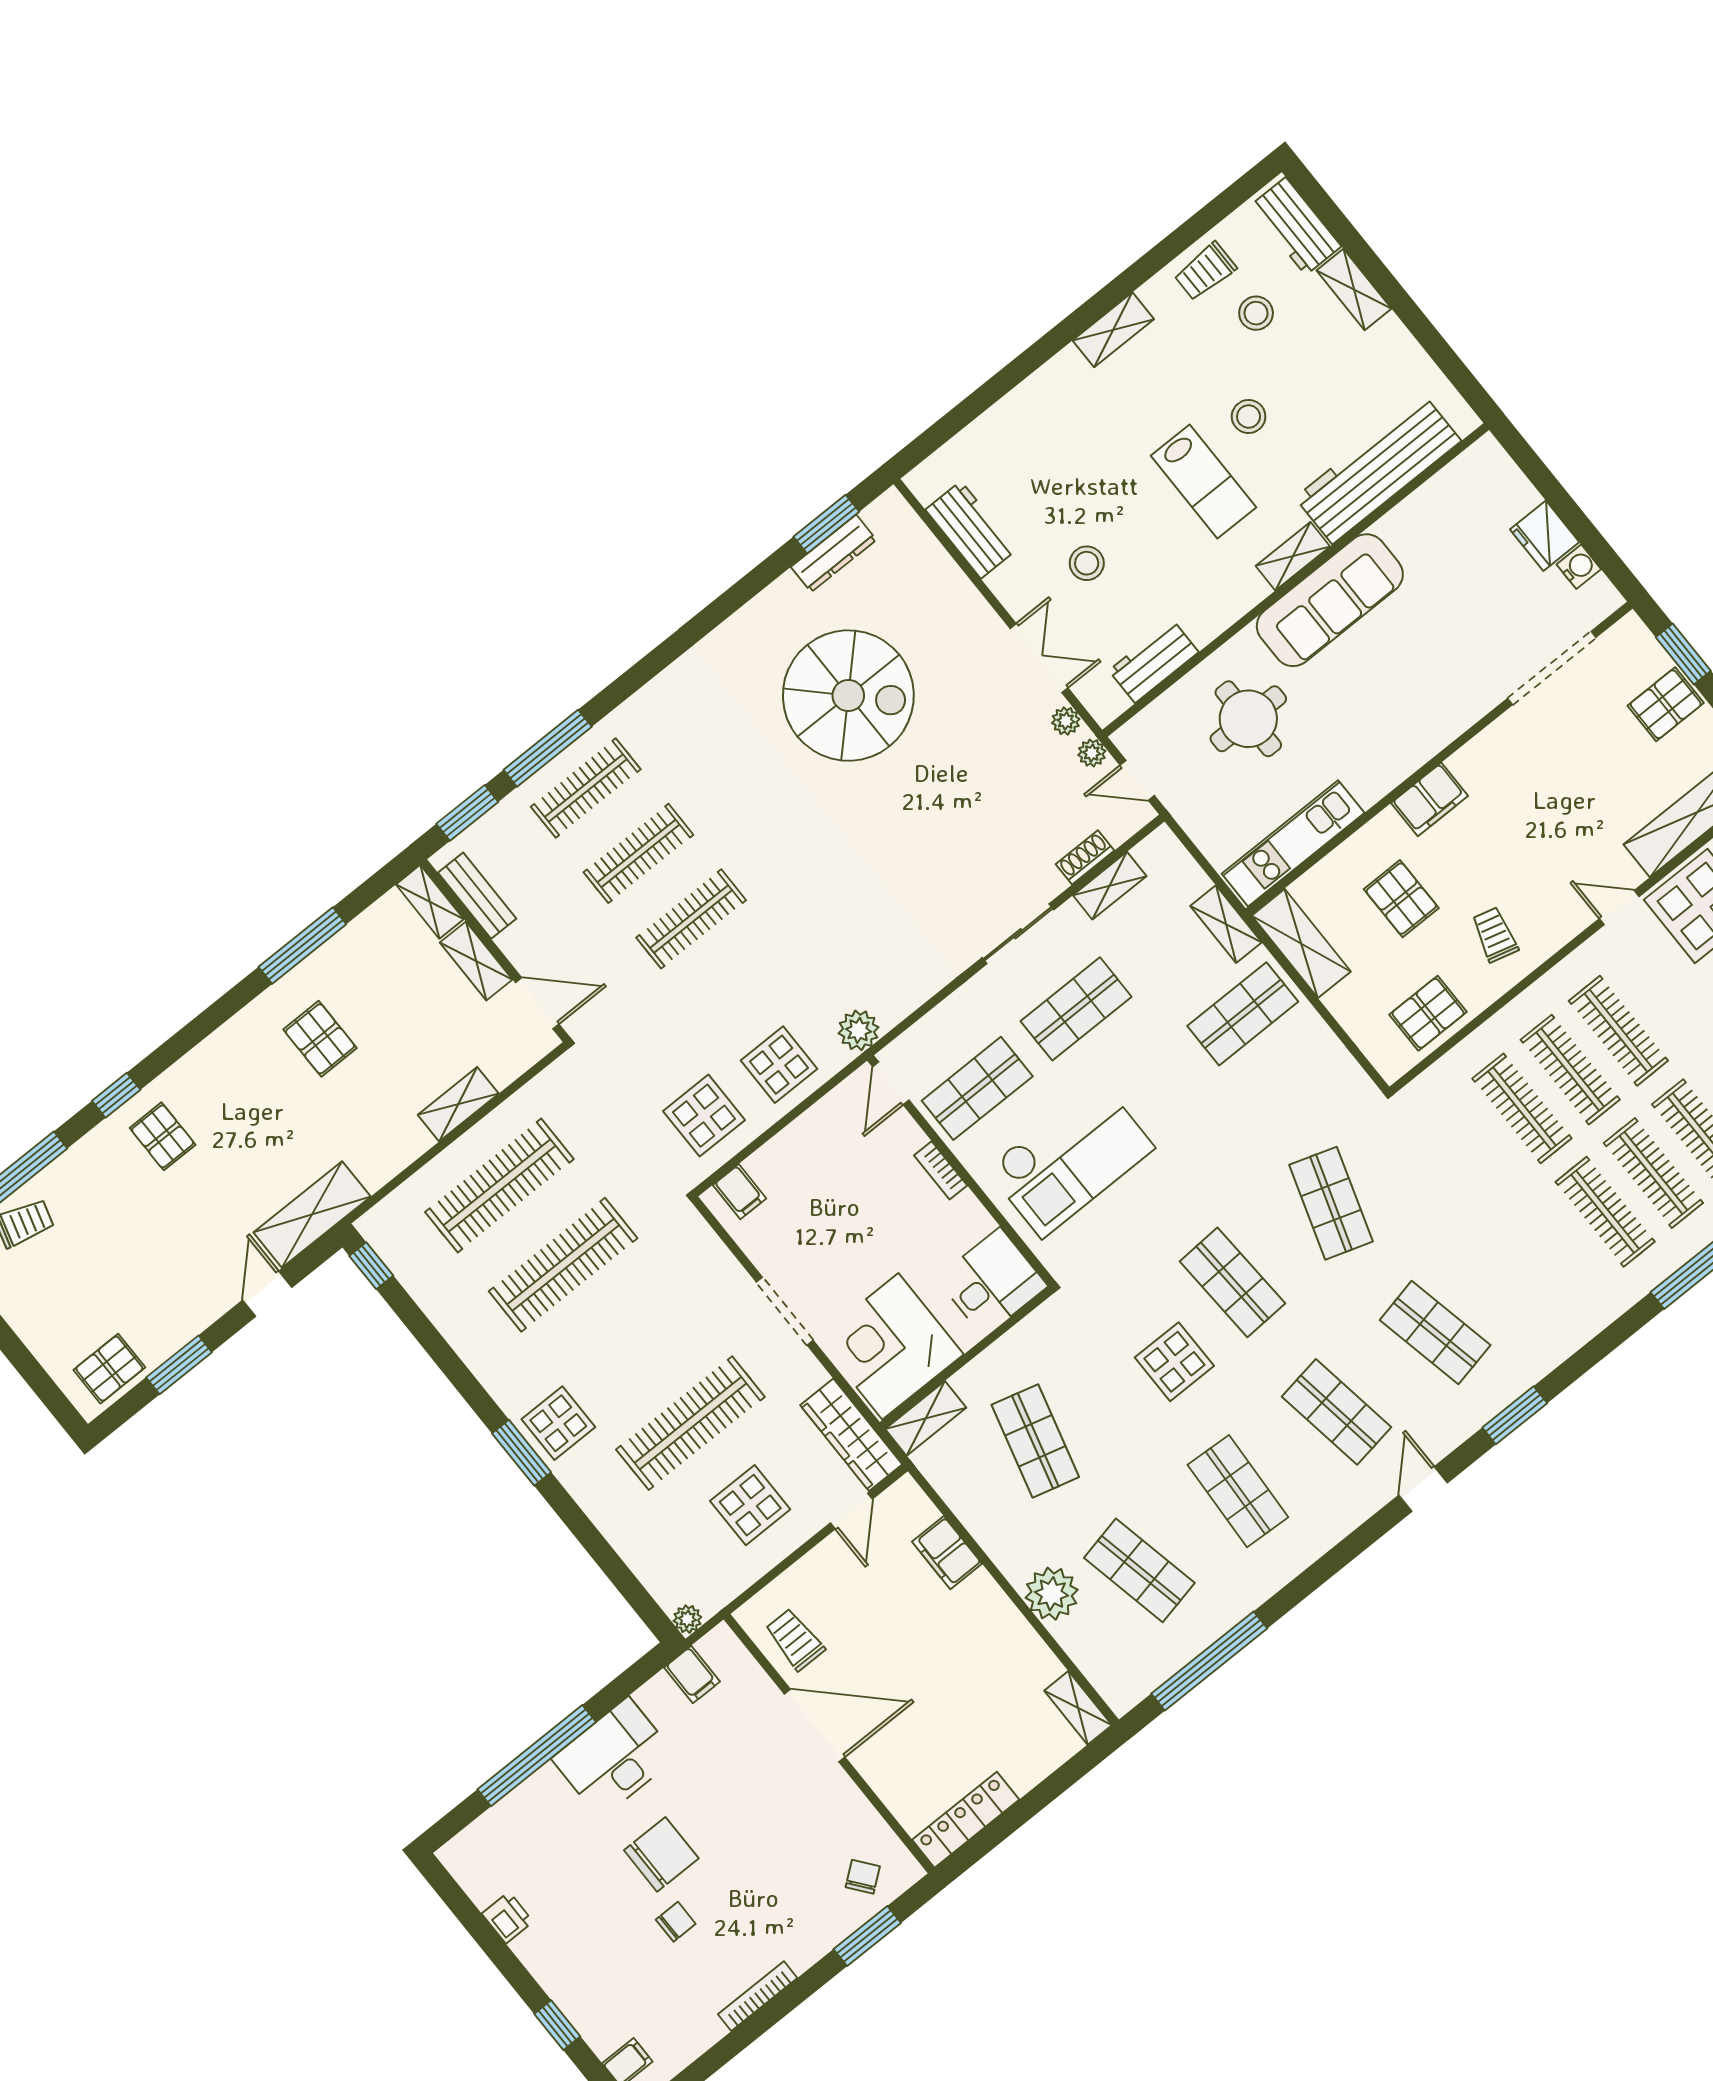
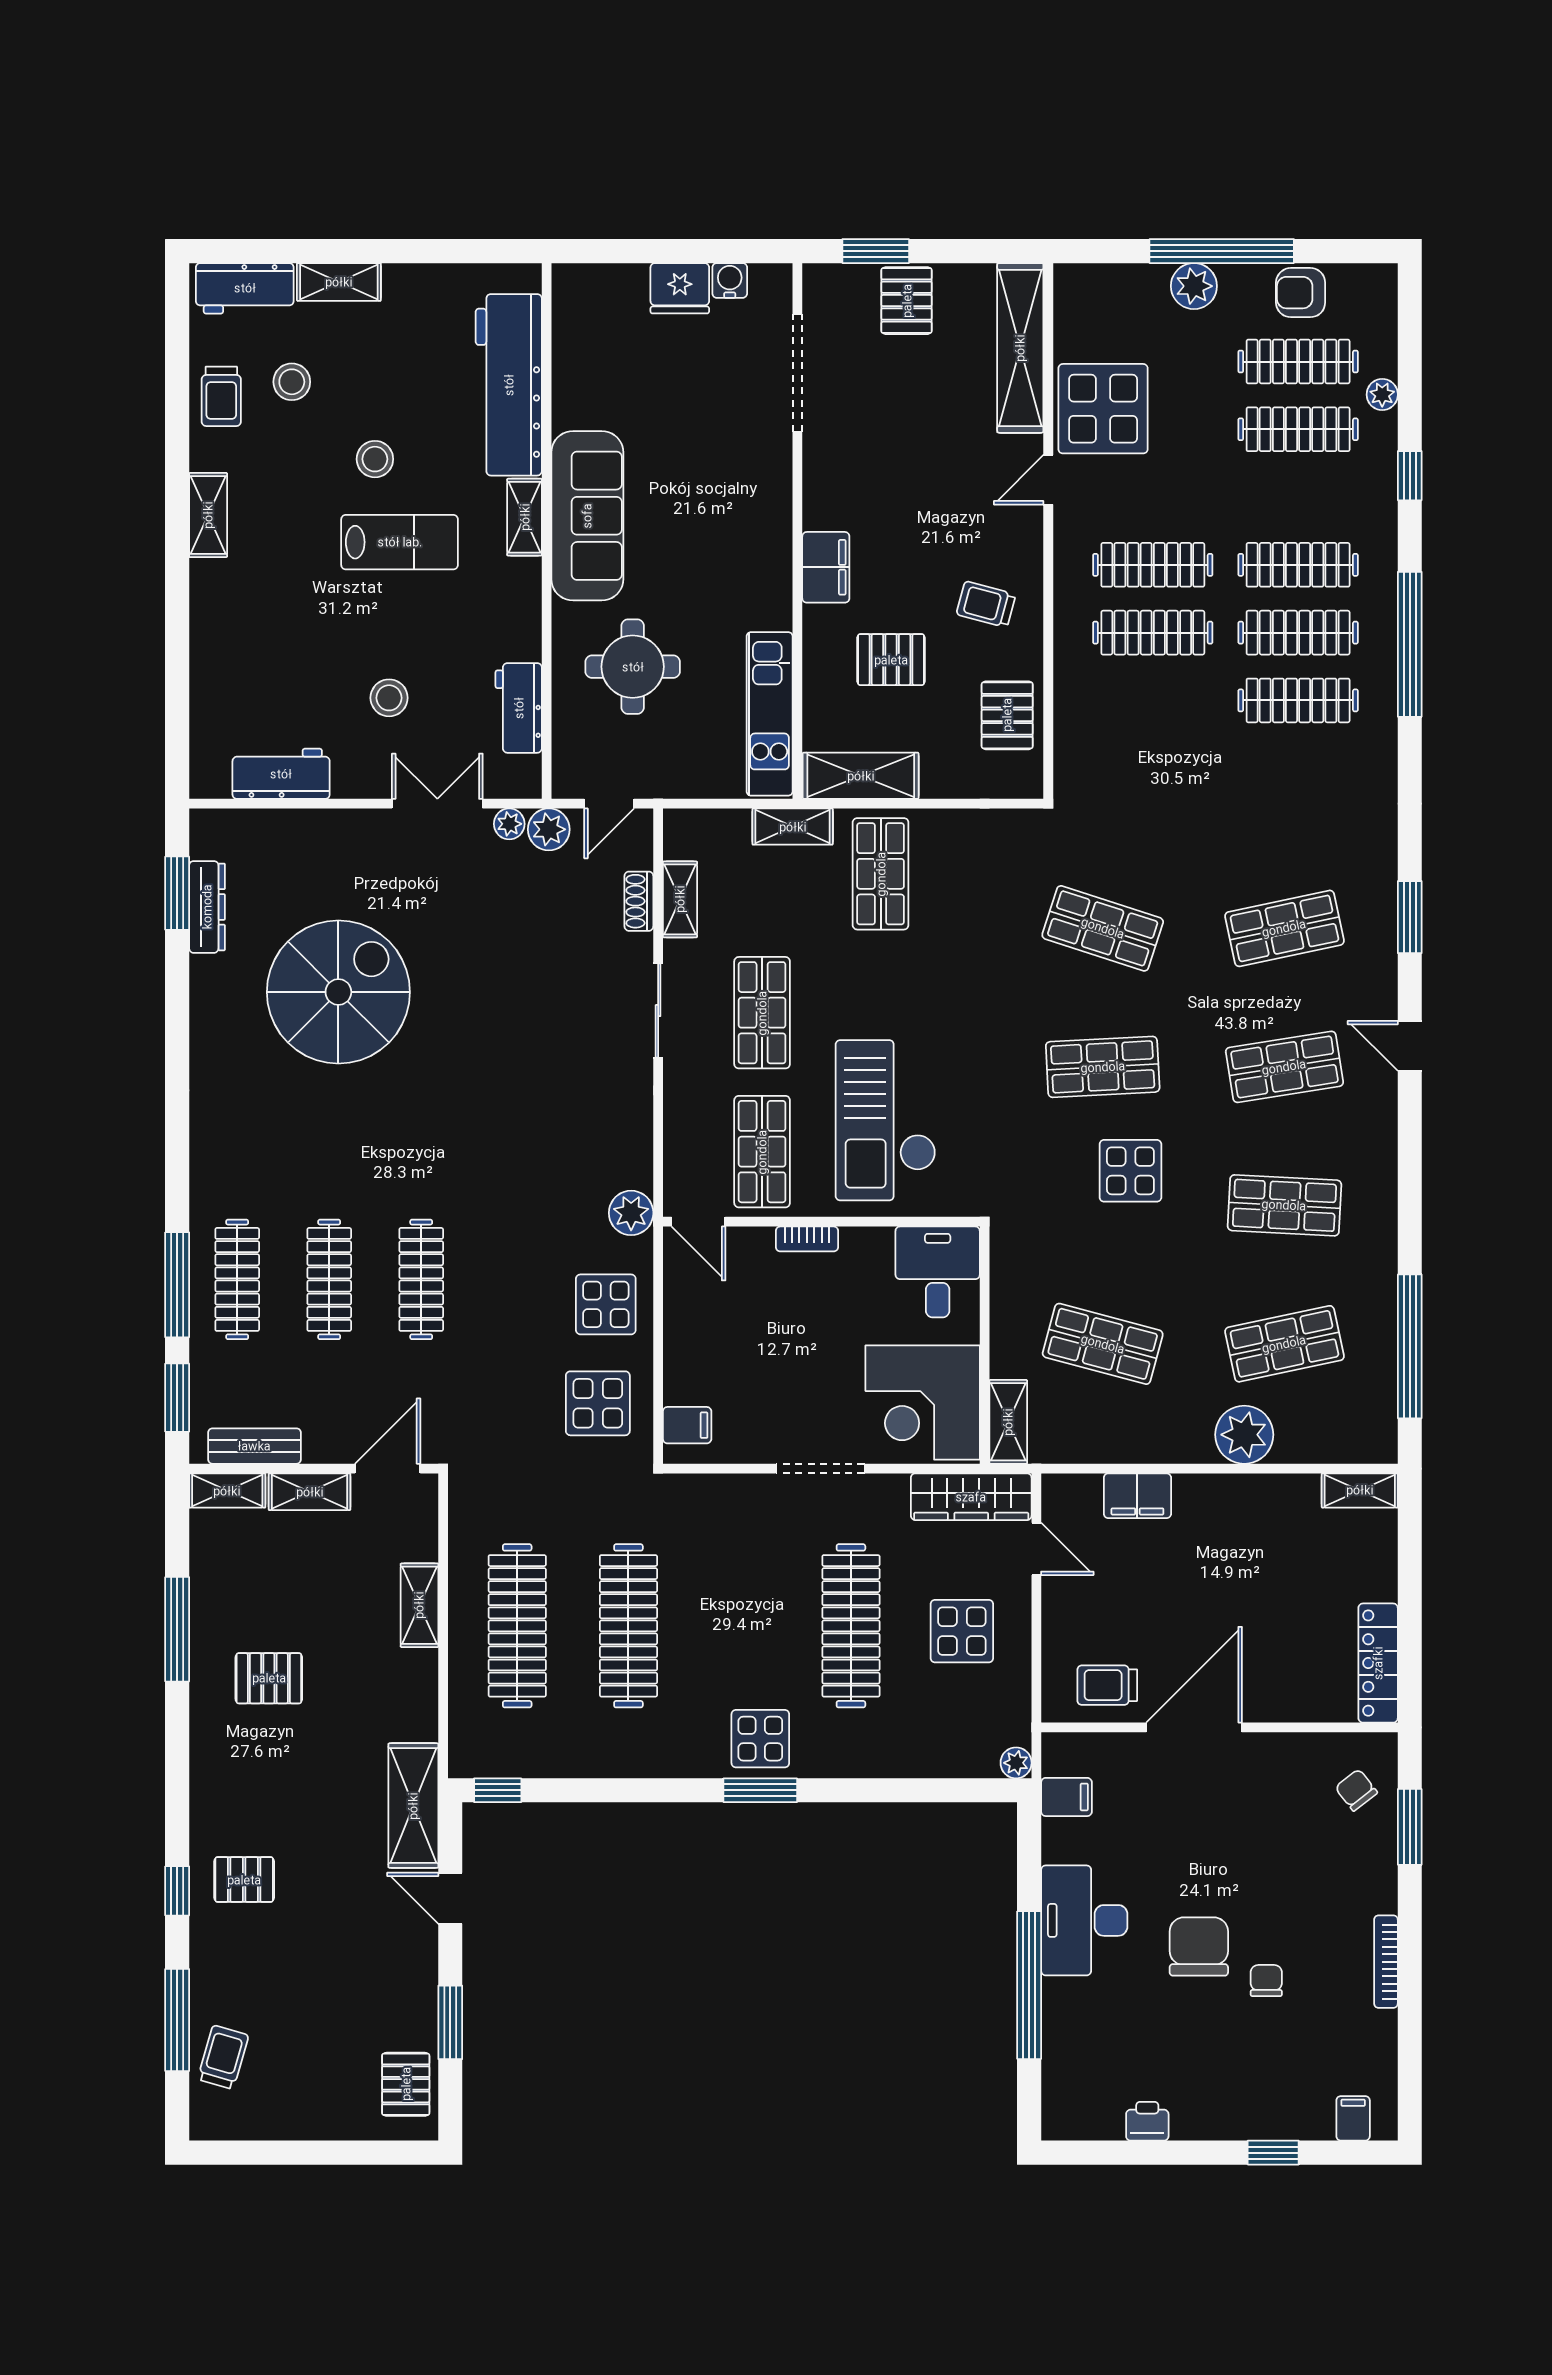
plant: (1092, 753) -> (549, 829), width x1.38, depth x1.38
clothes rail: (1522, 1108) -> (1153, 700), removed
checkout: (1070, 1159) -> (886, 1120), turned 180

